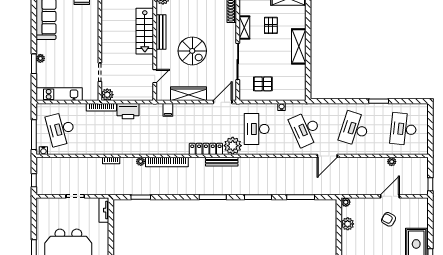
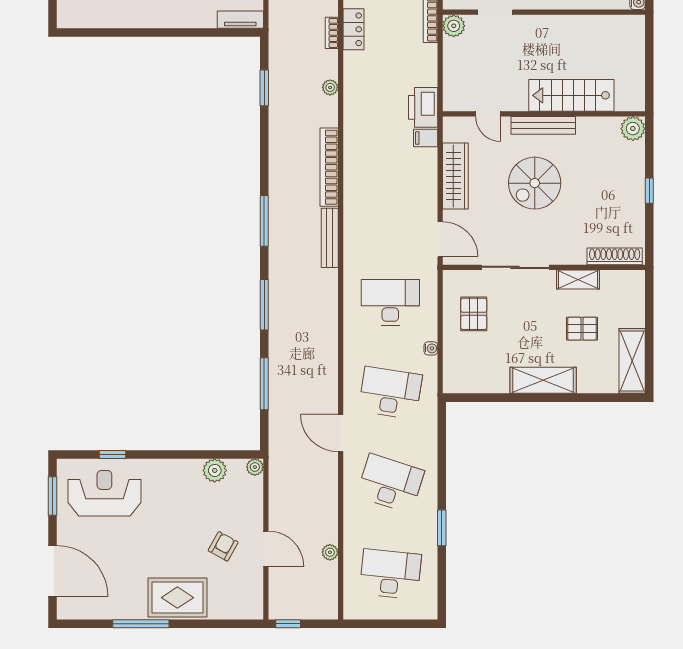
bench: (161, 32) -> (543, 125), moved
printer: (128, 111) -> (423, 107), moved
desk: (306, 129) -> (390, 393), turned 33
plant: (233, 146) -> (359, 258), removed
locker: (206, 149) -> (353, 29), moved, width x0.66
bookcase: (167, 162) -> (329, 167), moved

